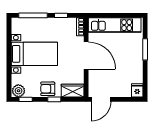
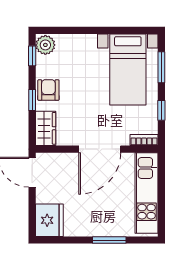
window: (33, 15) -> (161, 67), width x0.69
bed with nightstands: (34, 54) -> (128, 69), moved
fridge: (137, 90) -> (49, 220), width x1.88, depth x1.34

